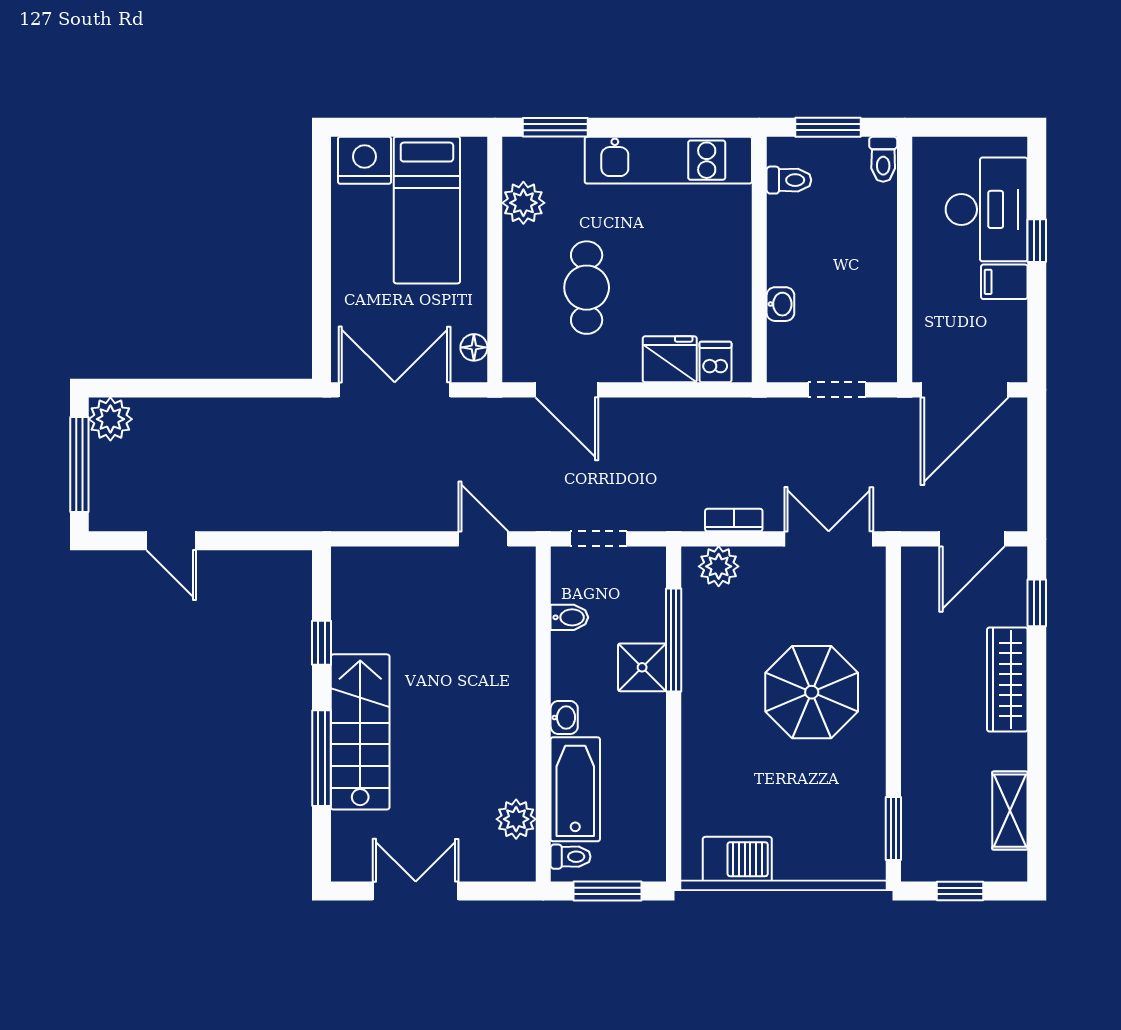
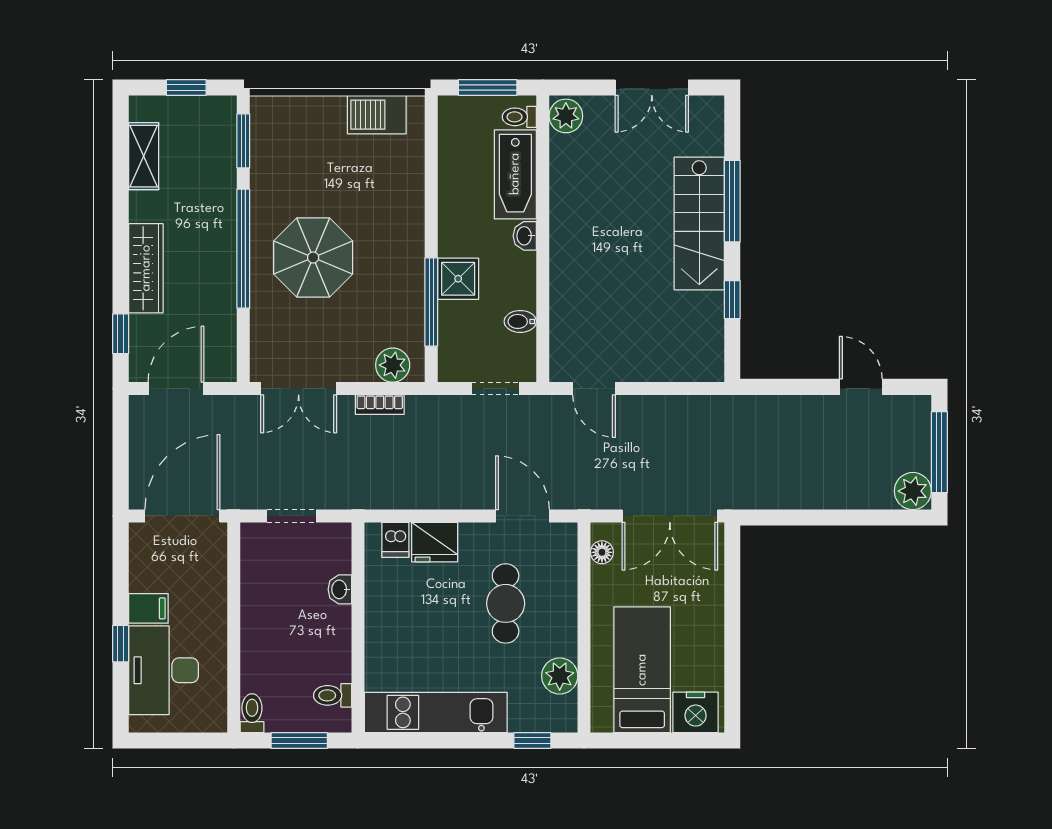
window: (555, 127) -> (532, 741), width x0.67
window: (893, 702) -> (243, 249), added
plant: (516, 819) -> (566, 116), moved

